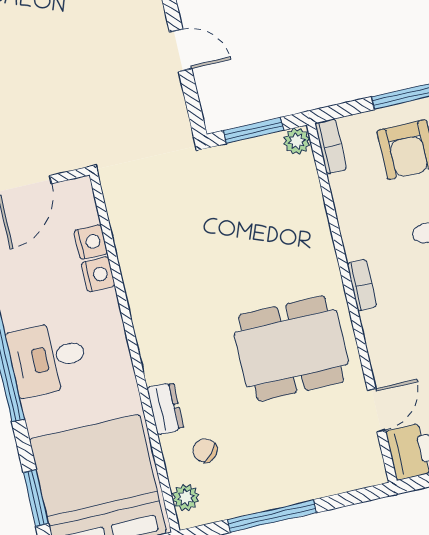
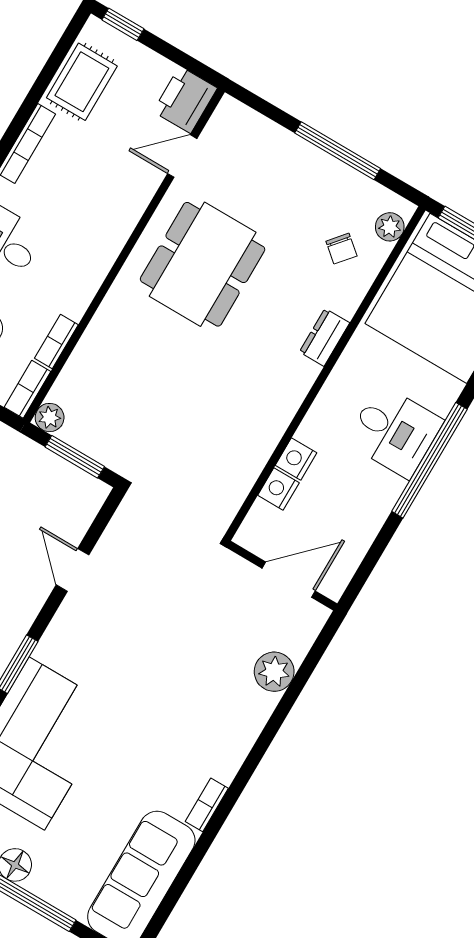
bookcase: (362, 285) -> (56, 341), moved
dining table: (291, 348) -> (203, 264), turned 90
dresser: (165, 408) -> (325, 337), moved

